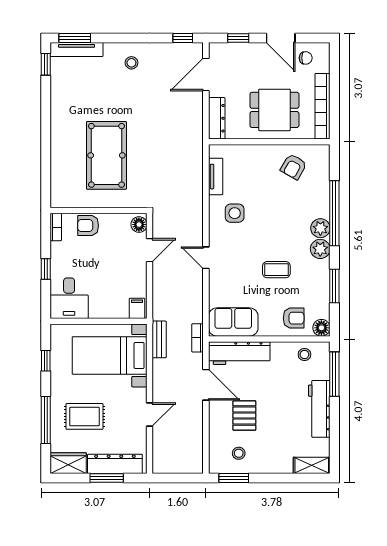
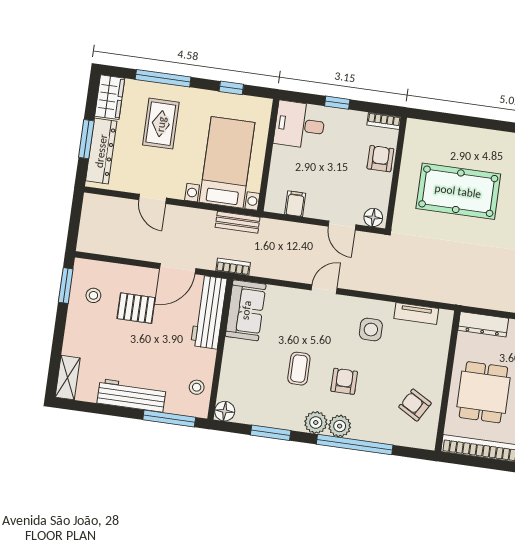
filing cabinet: (137, 308) -> (295, 204), moved, turned -90
armchair: (294, 318) -> (344, 381), moved, turned 180

